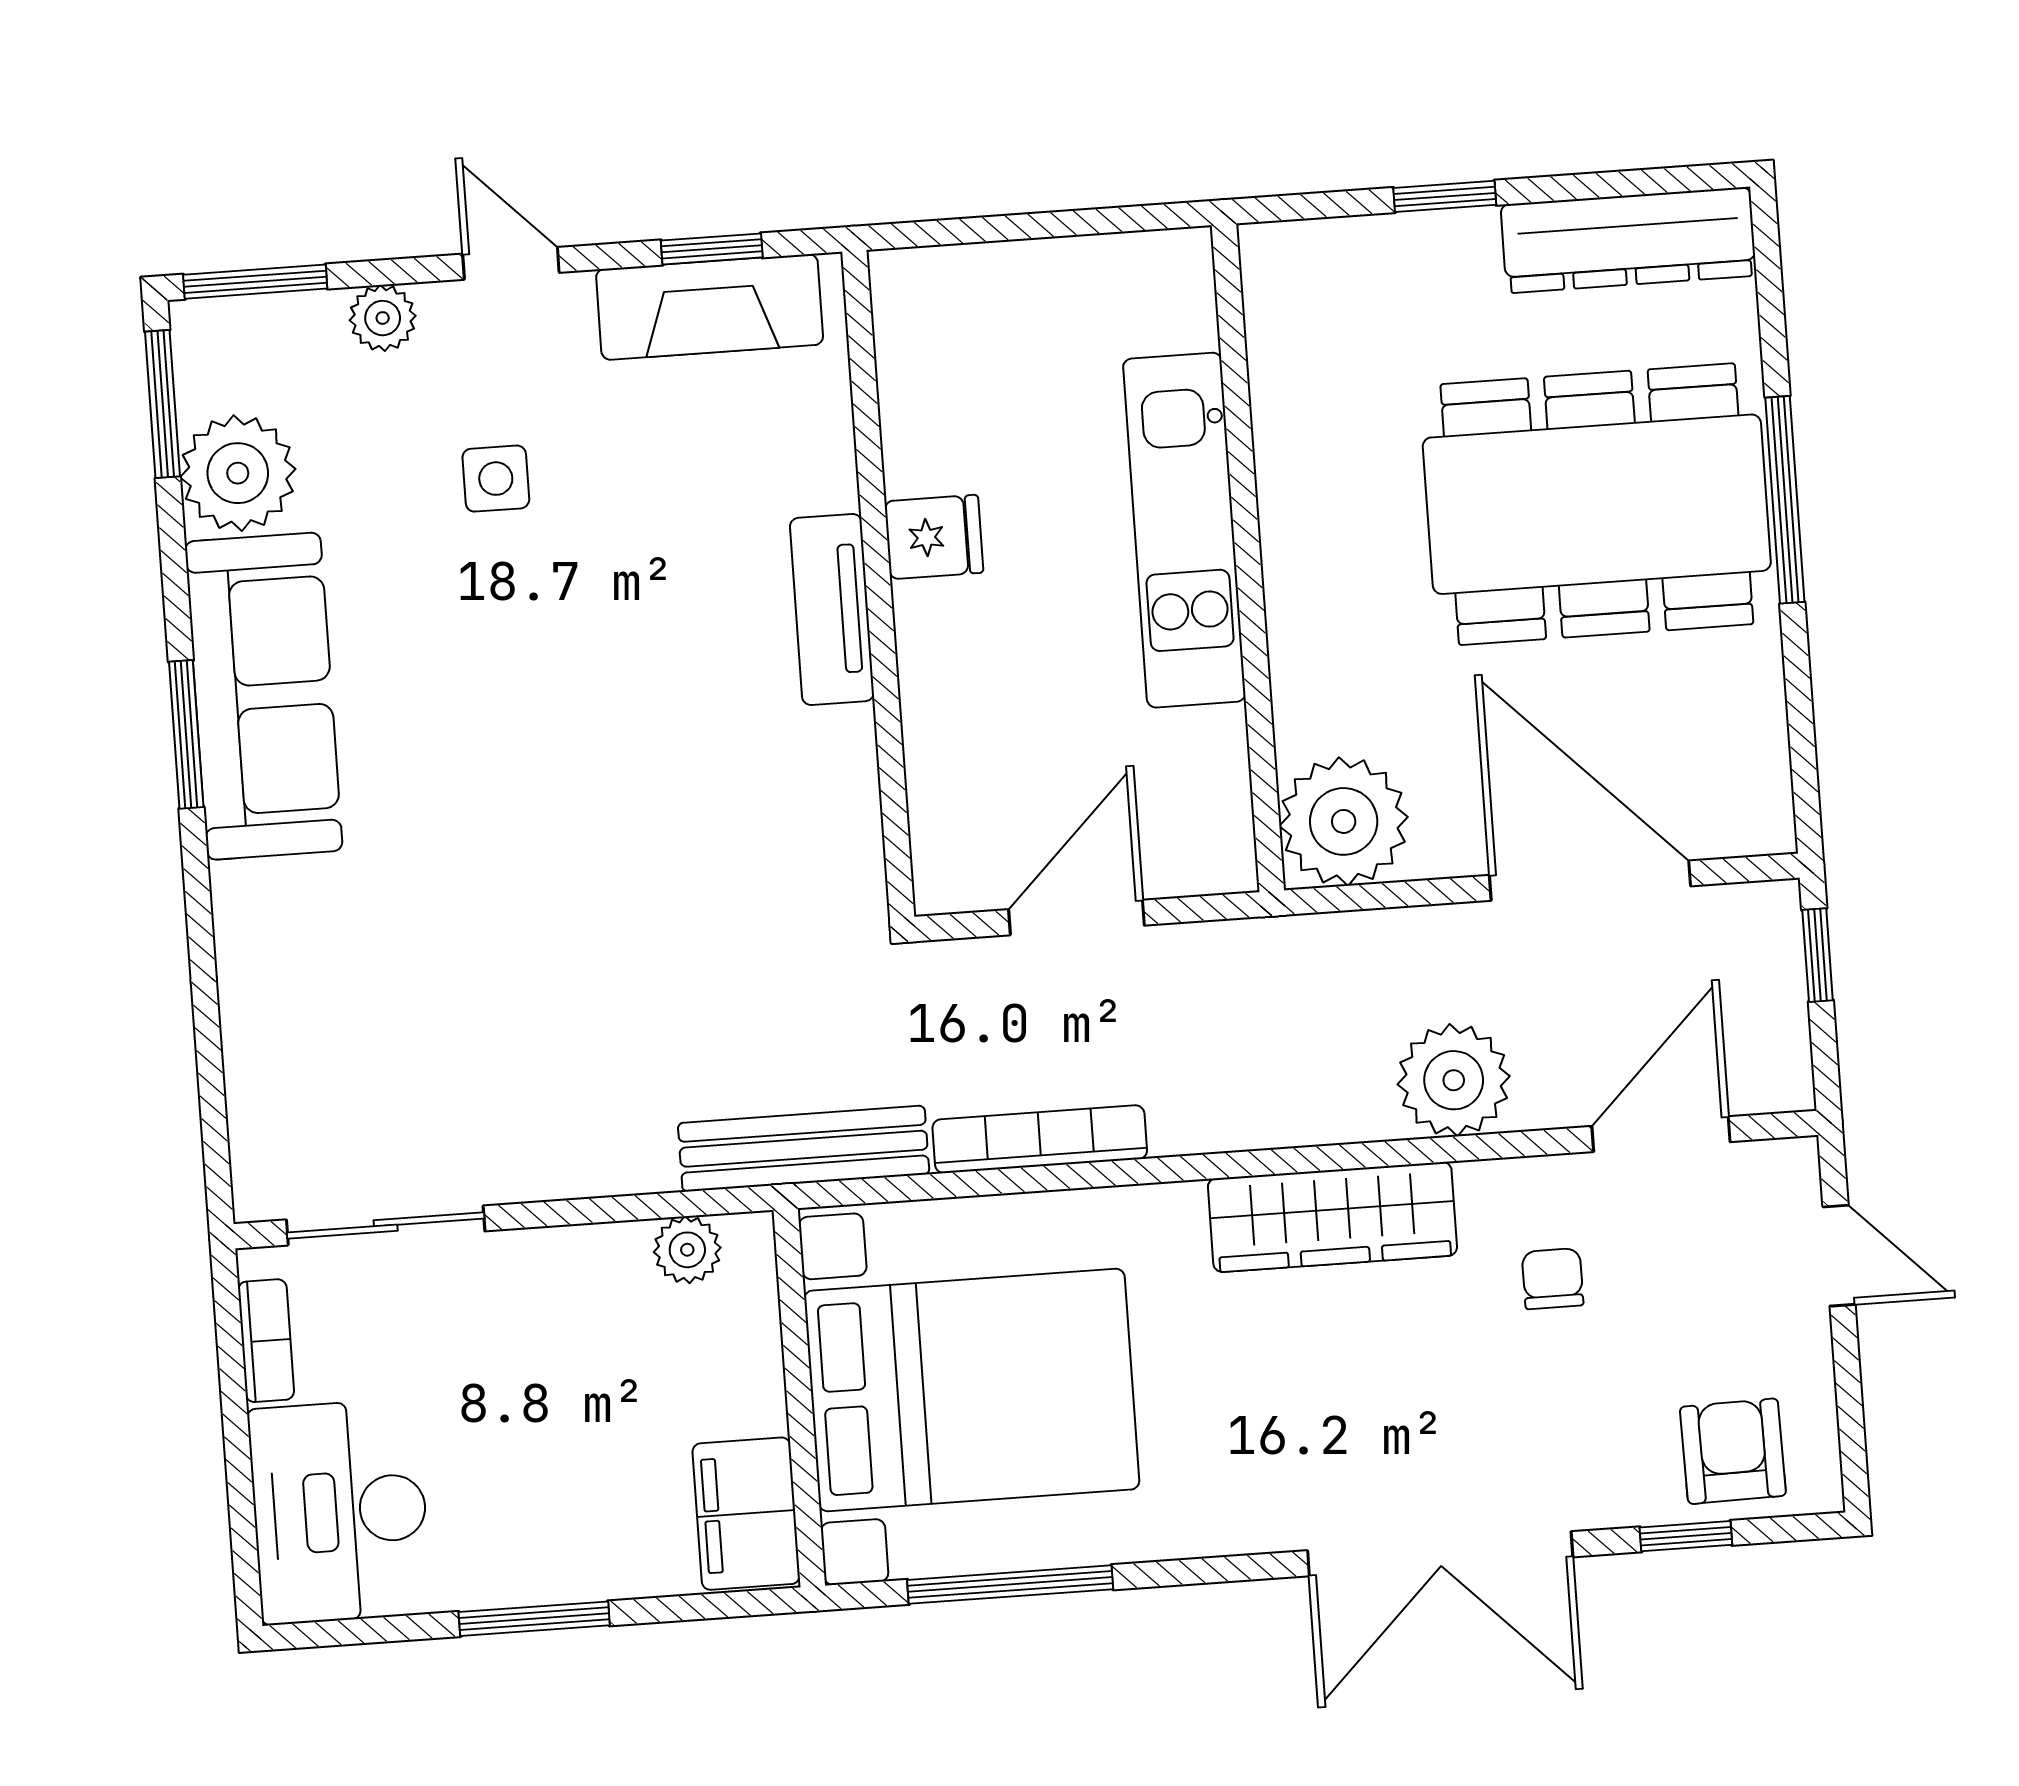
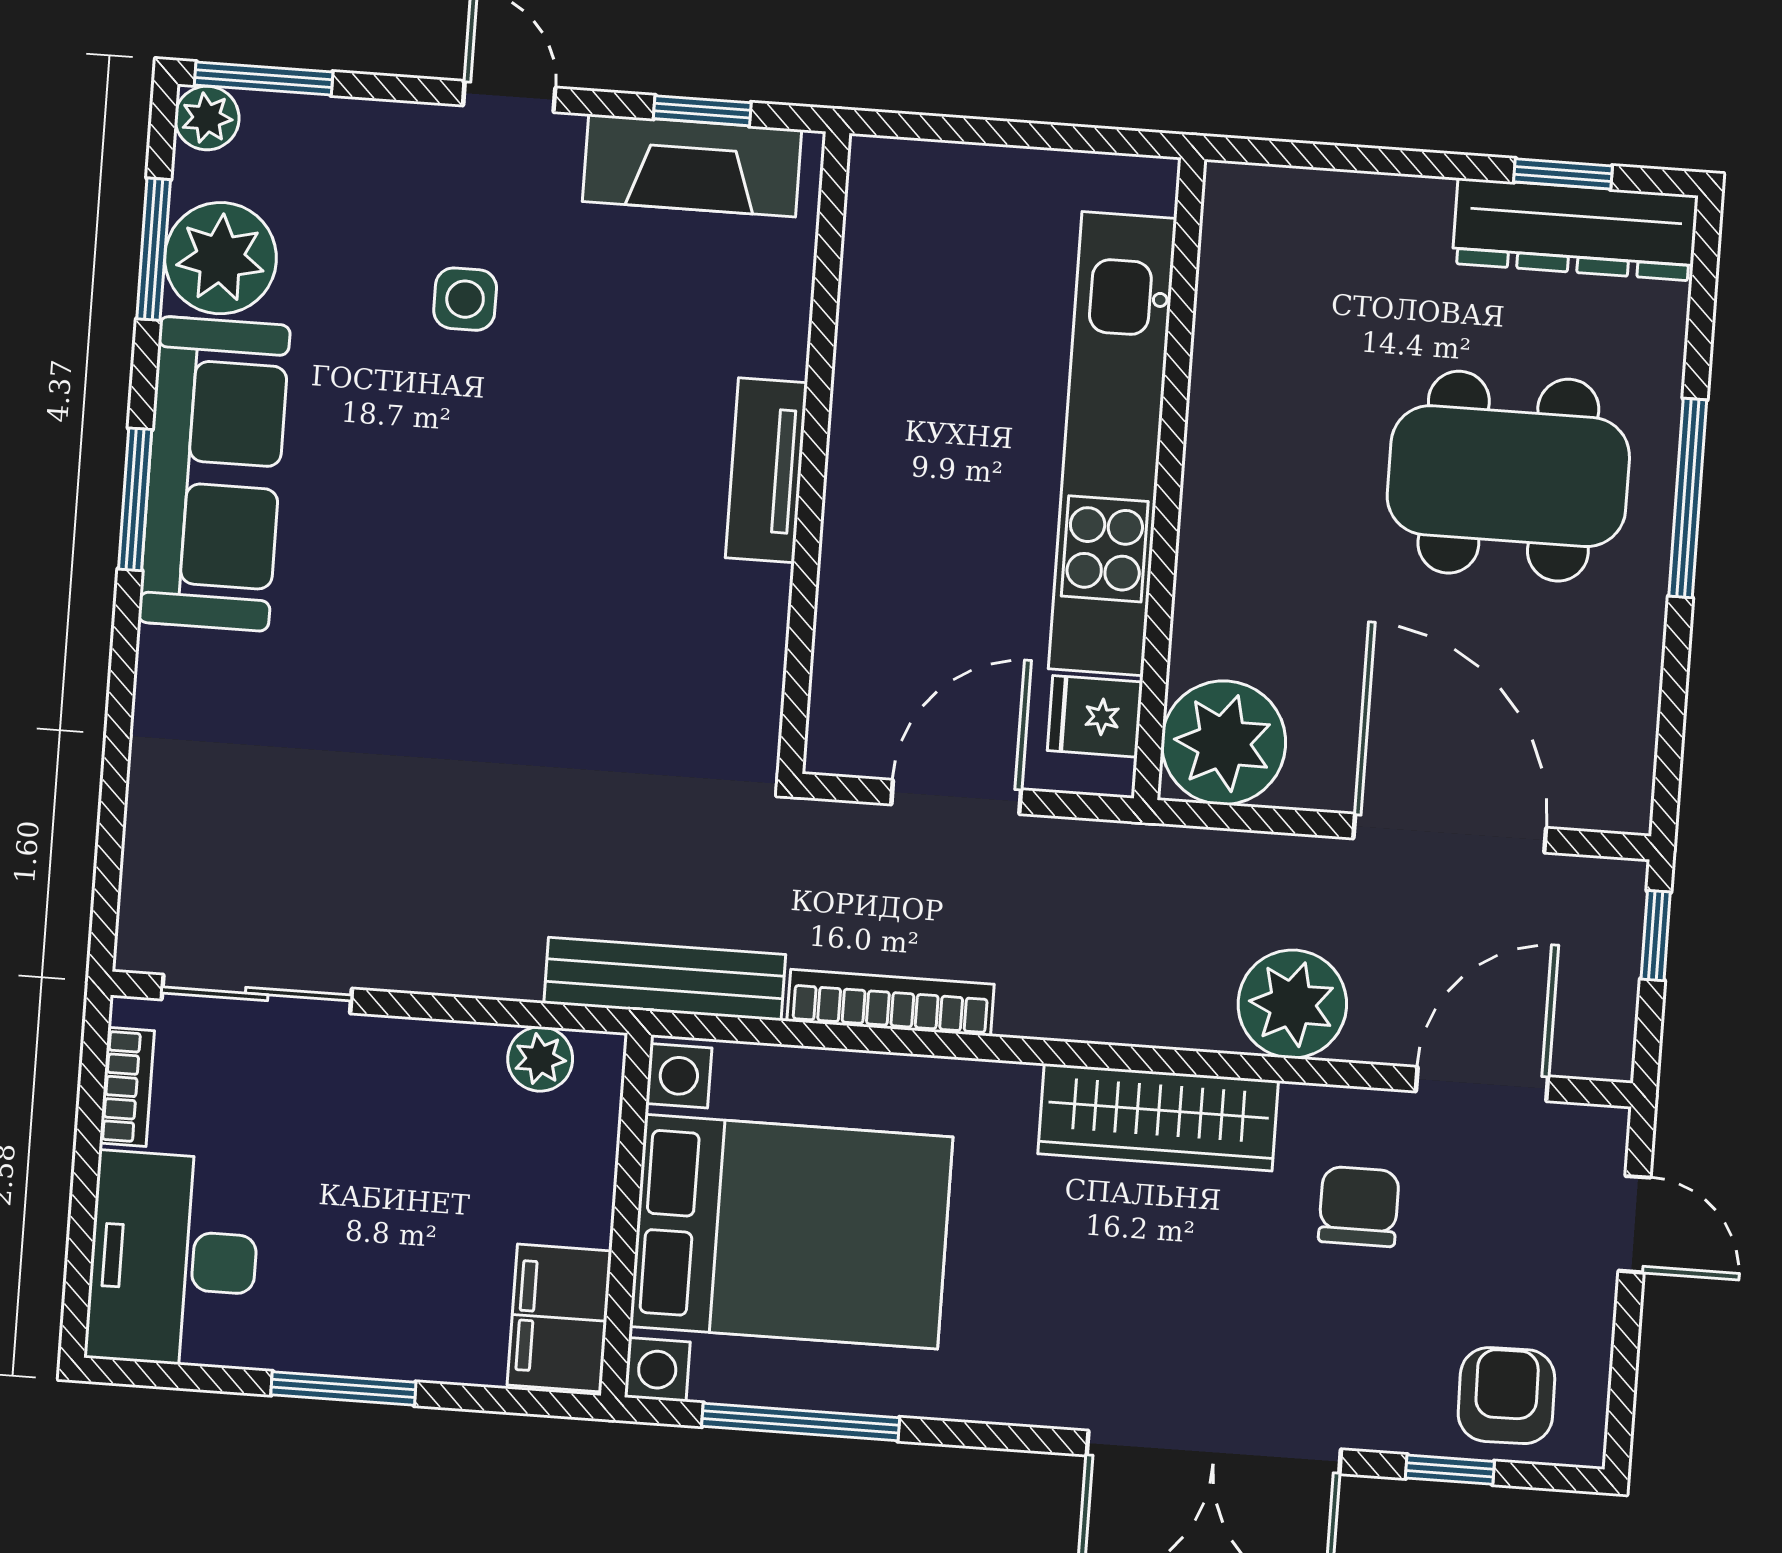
window: (1445, 196) -> (1563, 174), moved
plant: (383, 318) -> (207, 118), moved
window: (163, 404) -> (154, 249), moved
dining table: (1597, 504) -> (1508, 476), width x0.73, depth x0.80
kitchen unit: (1184, 530) -> (1113, 444), width x1.36
fridge: (934, 537) -> (1095, 716), moved, turned 180
chair: (1553, 1279) -> (1359, 1206), width x1.37, depth x1.37

